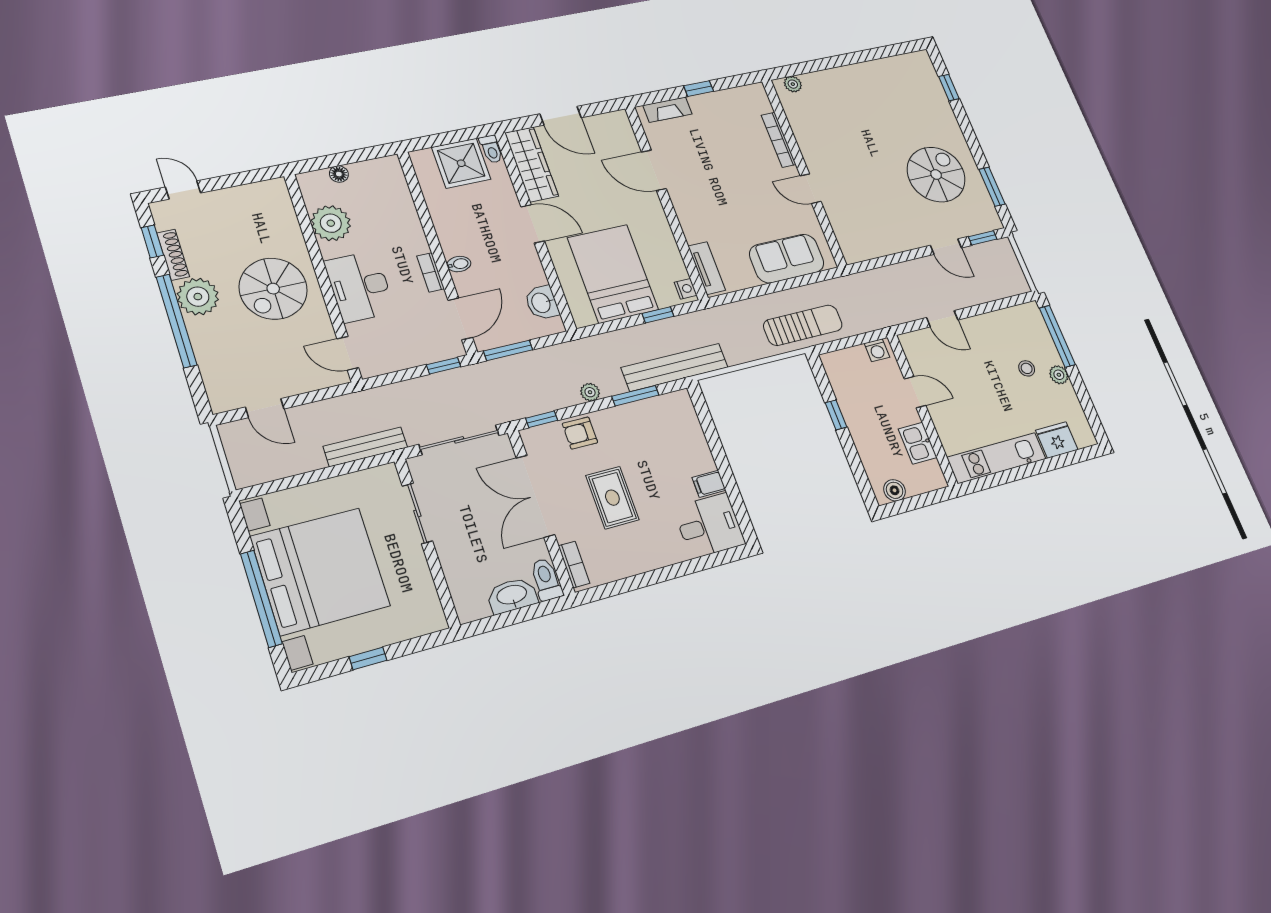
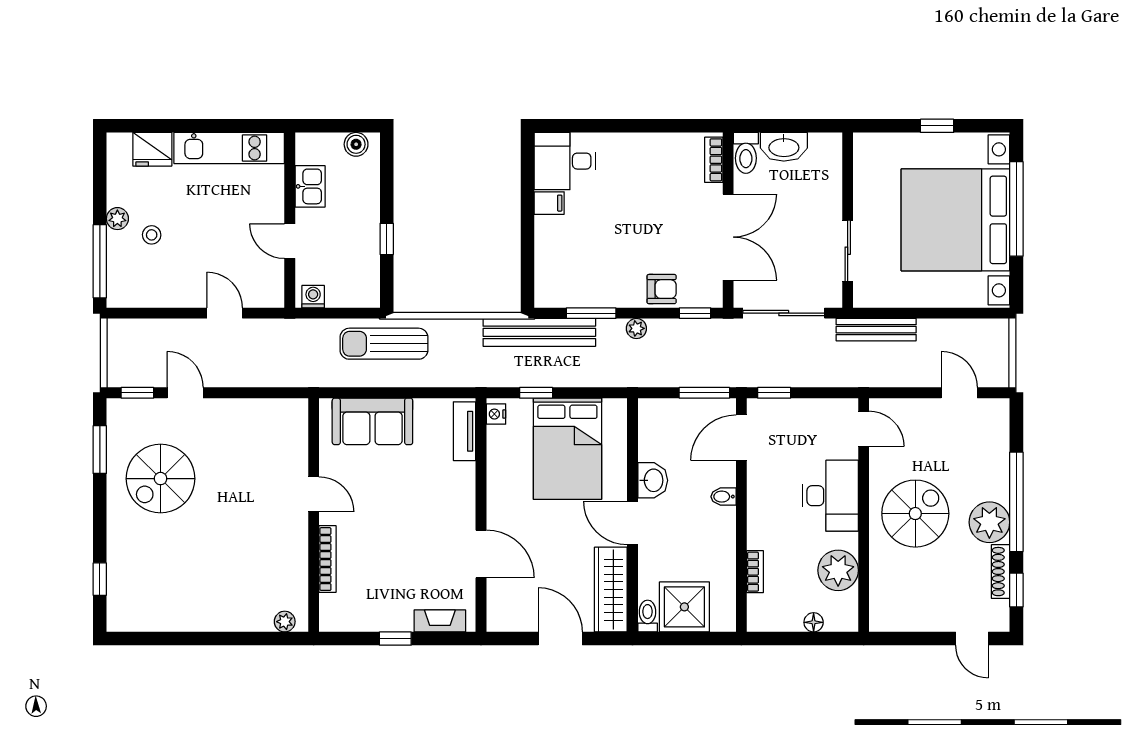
bookcase: (431, 272) -> (755, 572), moved
washbasin: (542, 303) -> (653, 480), moved
rug: (612, 498) -> (652, 215), removed

